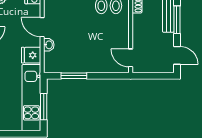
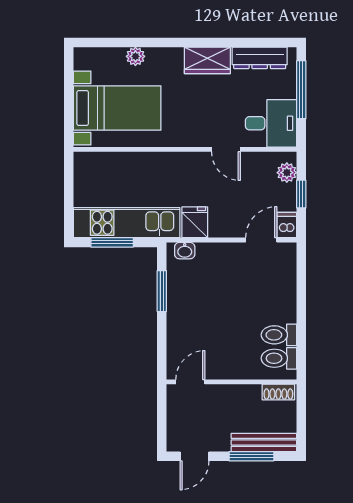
door: (42, 27) -> (261, 240), moved
washbasin: (49, 45) -> (185, 251), moved

